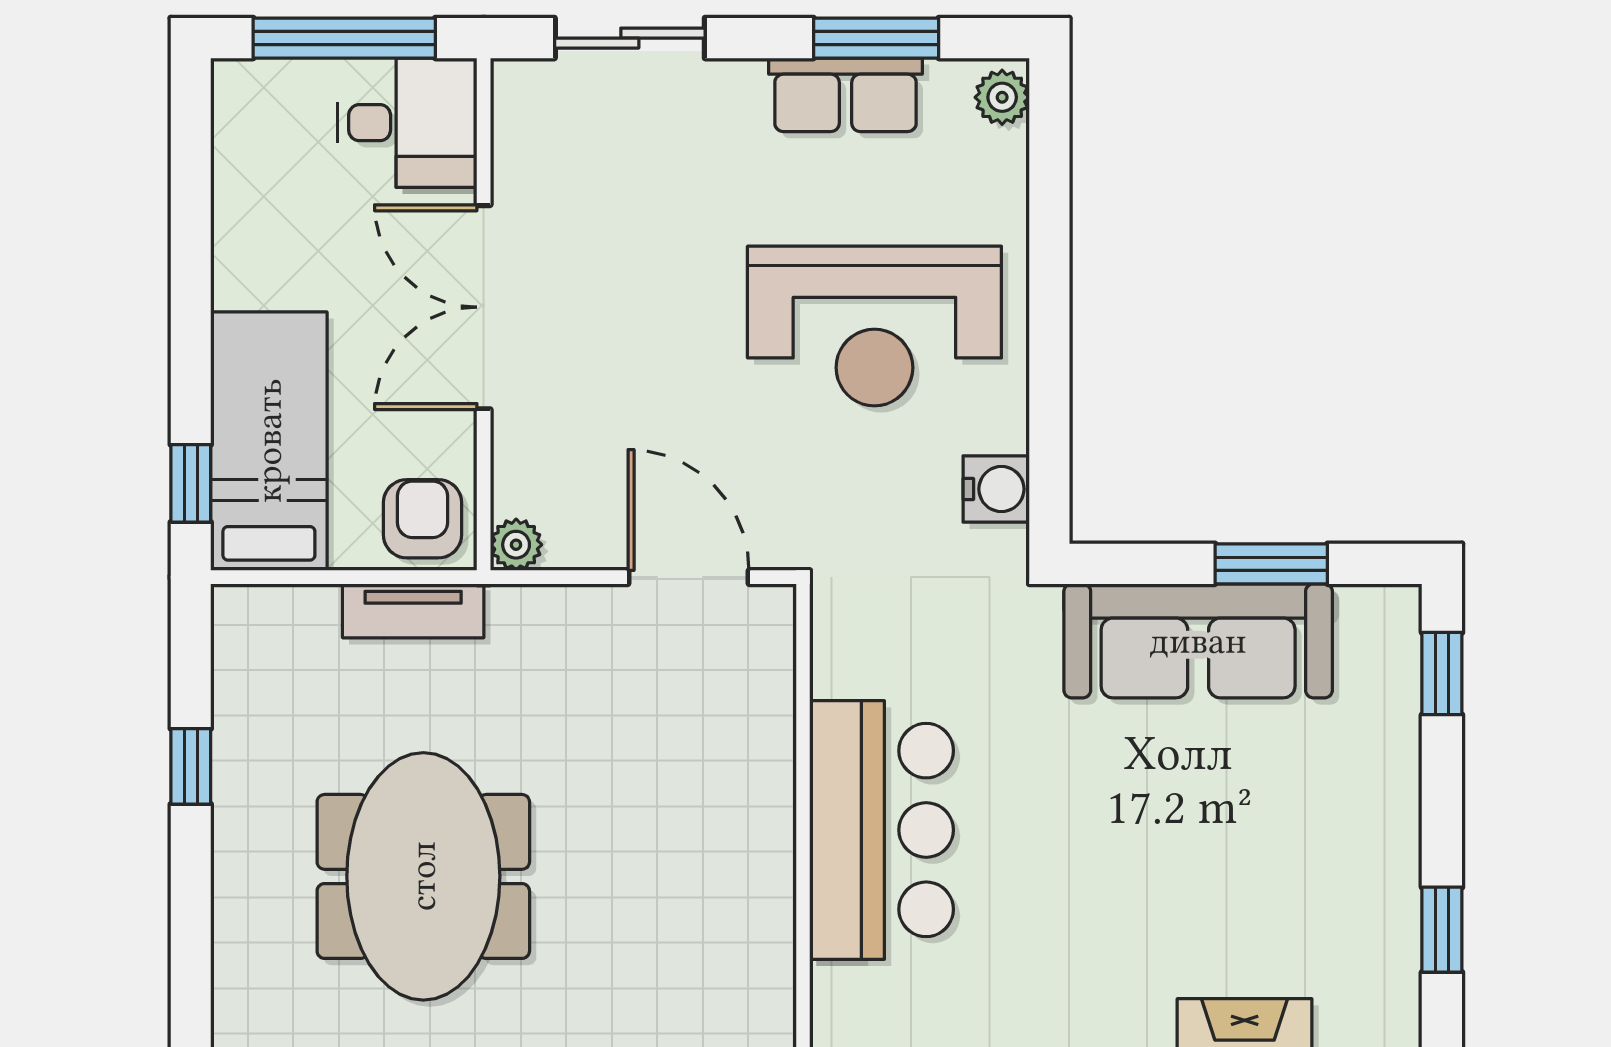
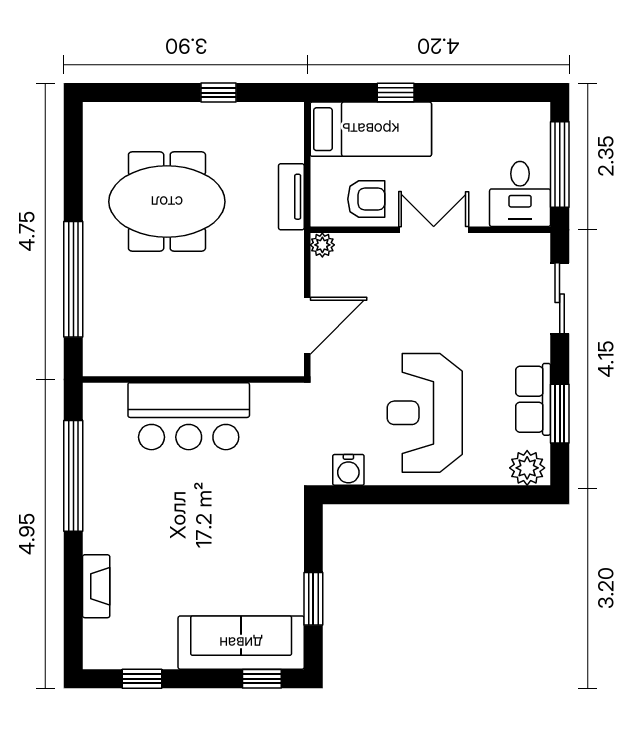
plant: (1002, 97) -> (527, 468), width x1.38, depth x1.38
double door: (484, 307) -> (434, 230), width x0.73
window: (191, 483) -> (396, 93), moved
armchair: (423, 519) -> (366, 199), moved
sofa: (1198, 641) -> (241, 643), moved, turned 90

